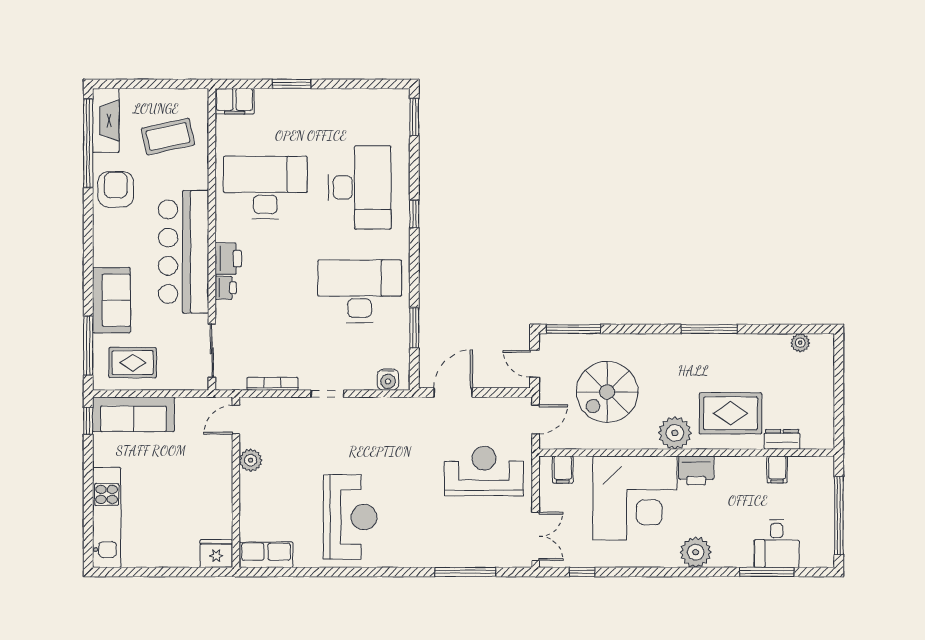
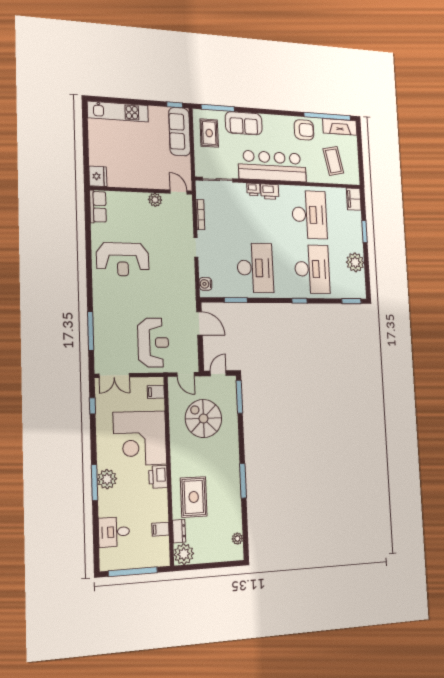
plant: (346, 105) -> (355, 262), added
desk: (360, 187) -> (312, 269), turned -90
plant: (675, 433) -> (184, 554), moved
window: (767, 572) -> (94, 483), moved

